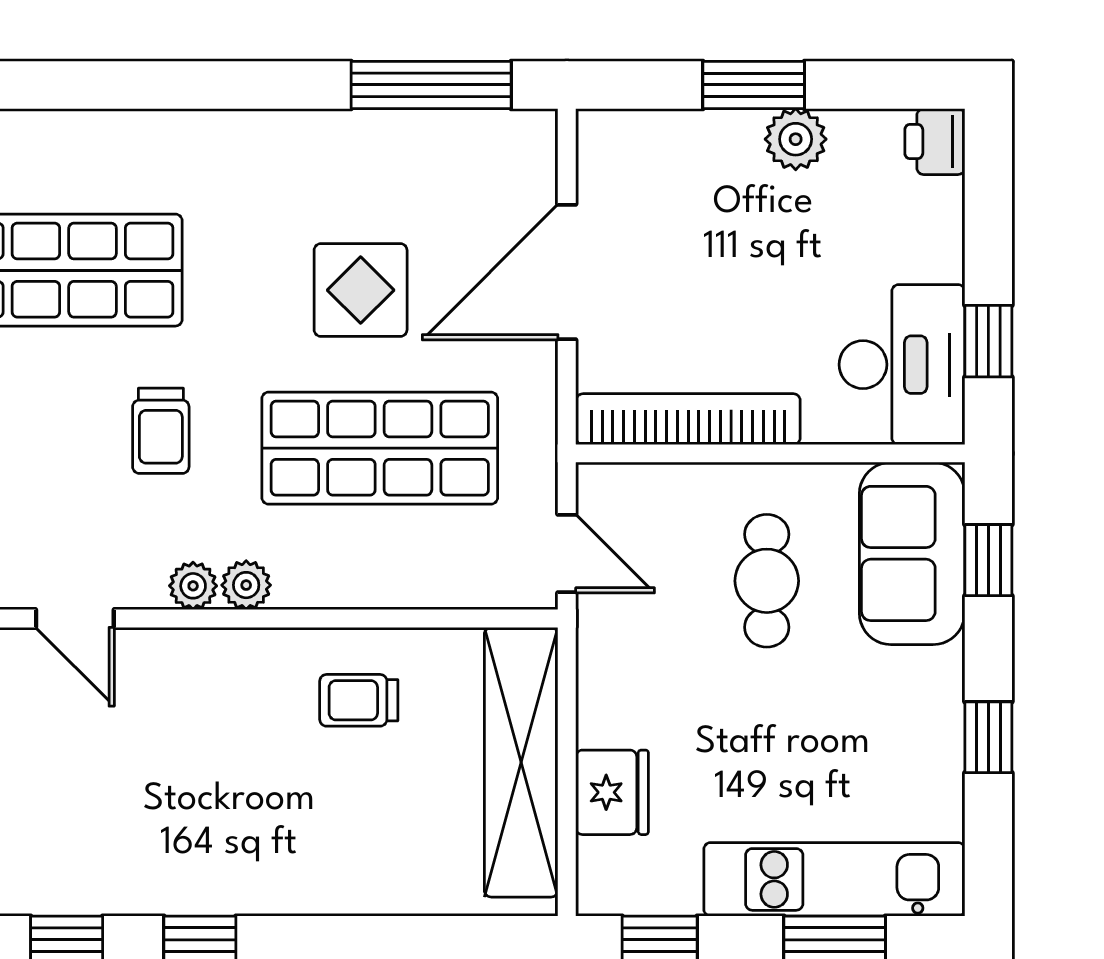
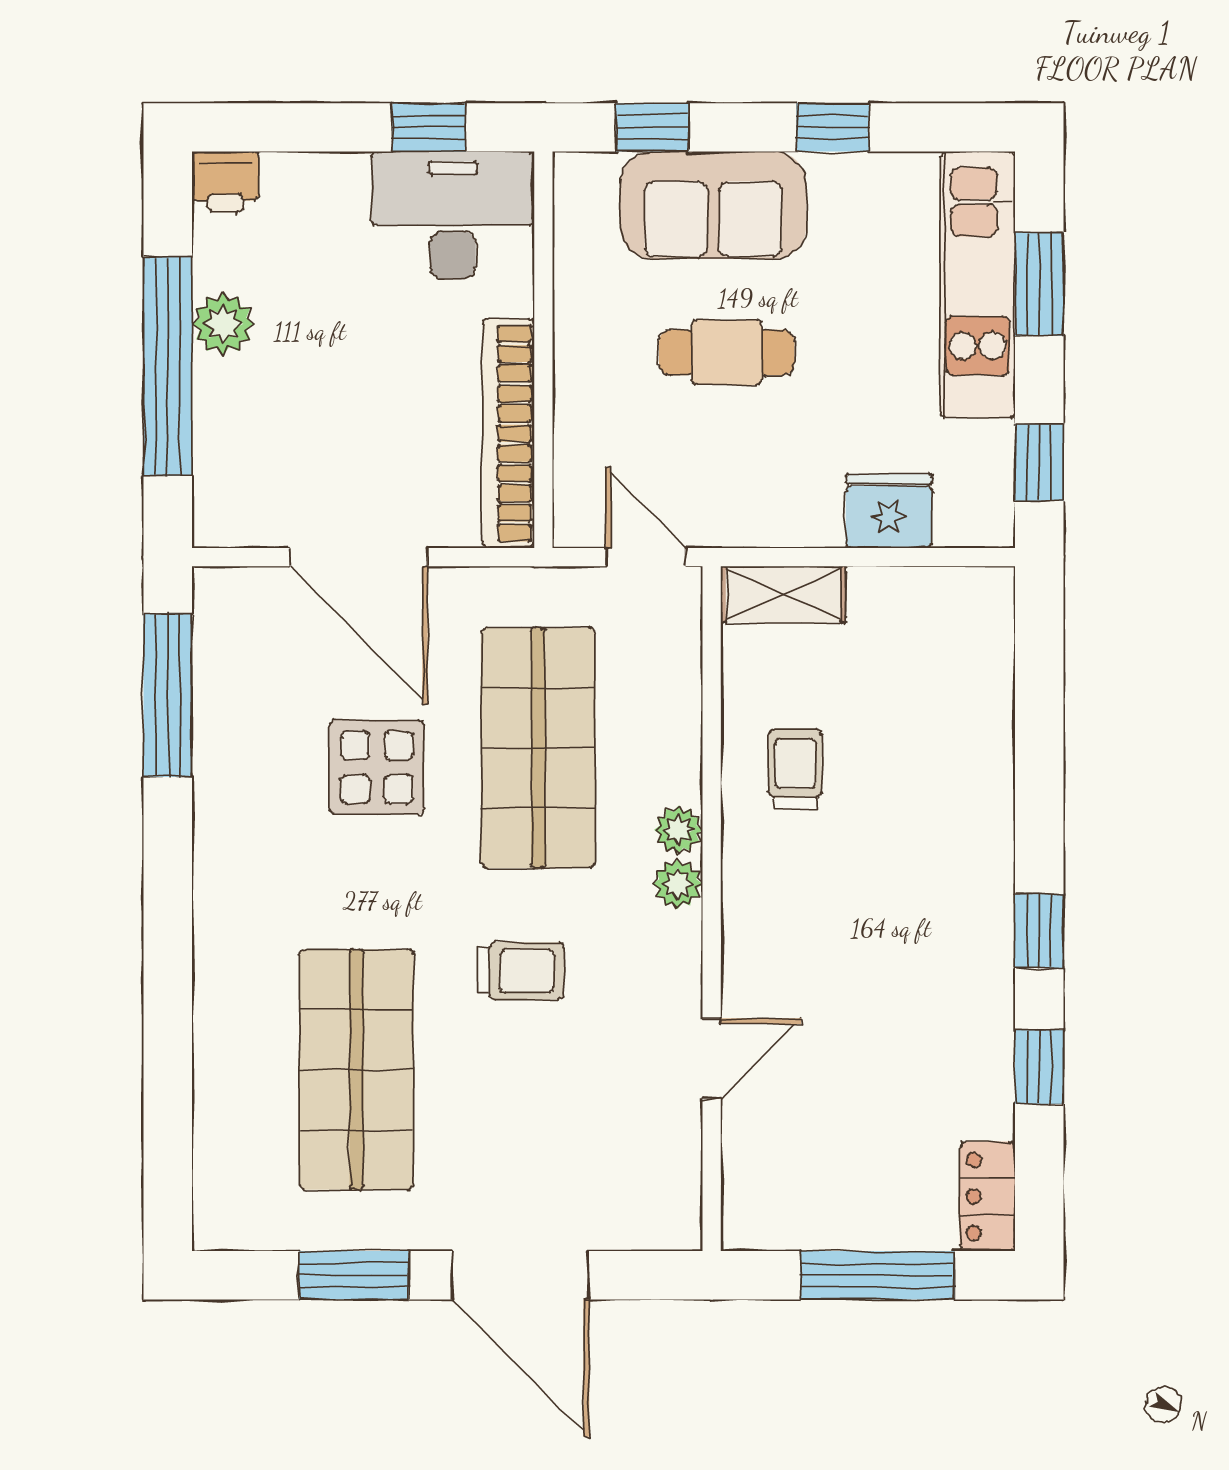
window: (754, 85) -> (168, 367), width x2.11
sofa: (912, 553) -> (713, 205), moved
door: (567, 554) -> (646, 557), hinge flipped
cafe table: (767, 581) -> (727, 352), moved
plant: (193, 586) -> (678, 830), moved
trolley: (359, 700) -> (795, 769), turned 180
shelving: (521, 762) -> (783, 594), width x0.45, depth x0.75

